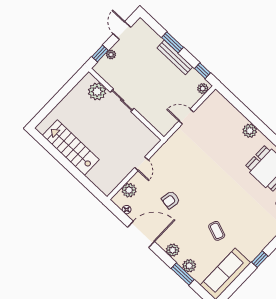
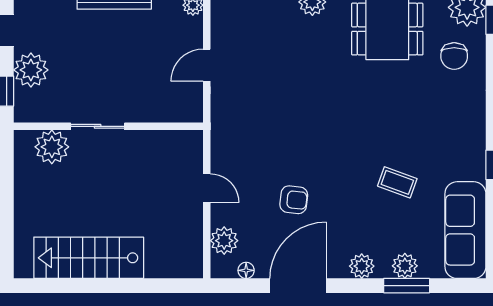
plant: (111, 55) -> (31, 70), width x1.88, depth x1.88
armchair: (171, 200) -> (294, 200), turned -94

